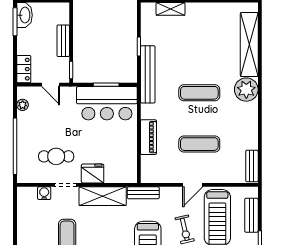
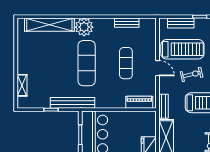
exercise mat: (199, 93) -> (87, 63), width x1.36, depth x1.45
piano: (148, 137) -> (139, 102), moved
bench: (252, 166) -> (127, 23), moved

